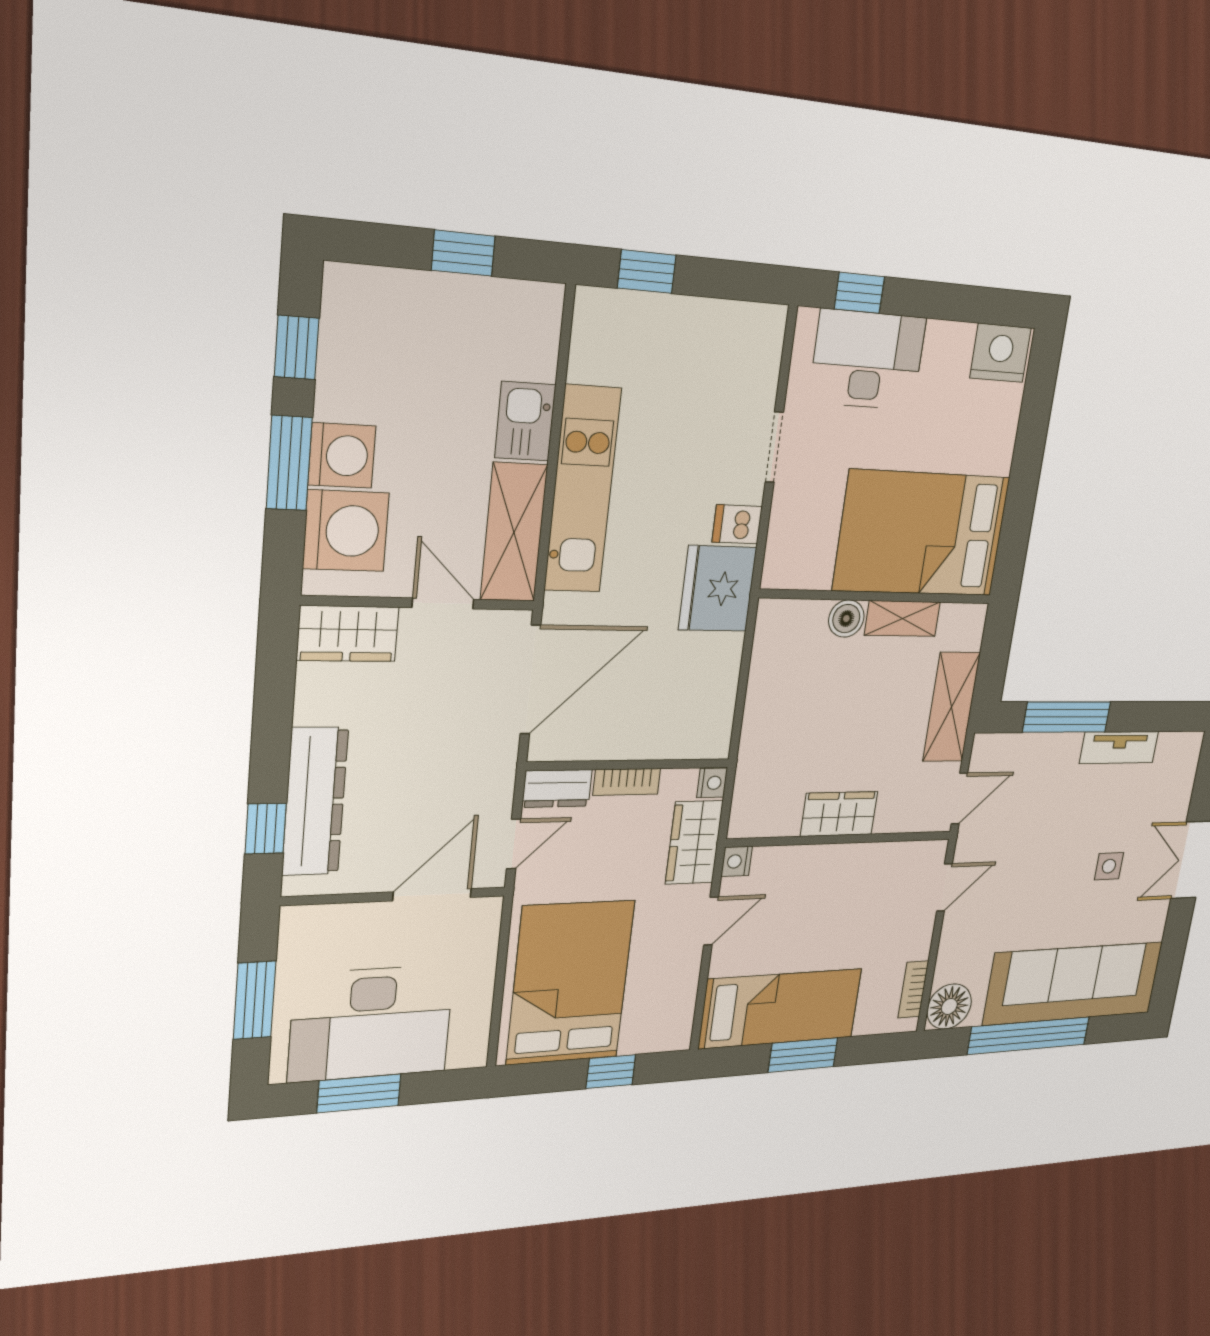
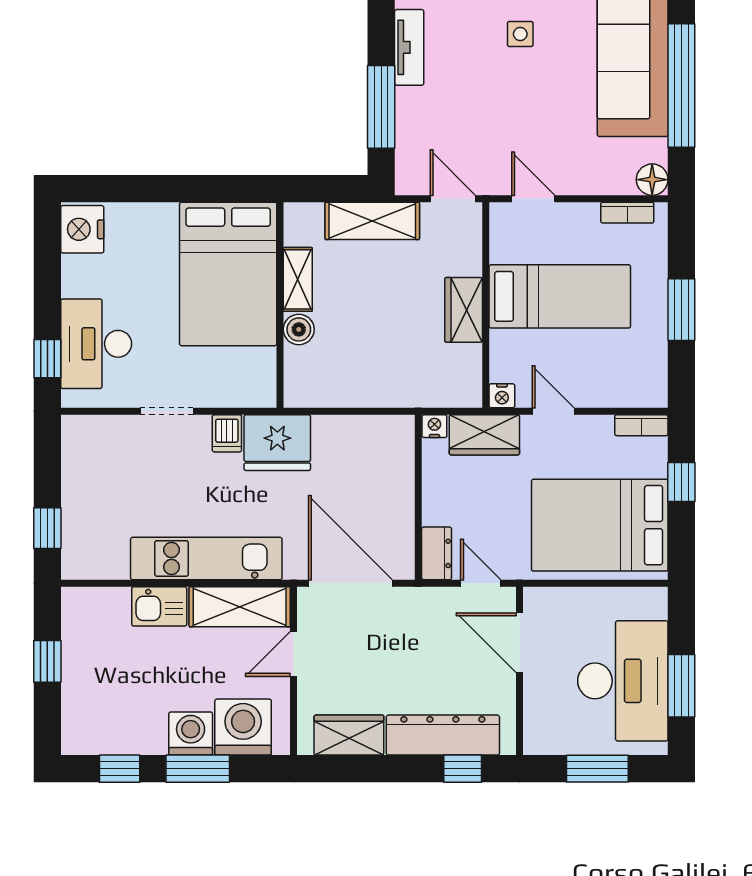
wardrobe: (348, 634) -> (349, 735), moved, turned -90
bookcase: (627, 782) -> (641, 425), moved, turned 90
floor lamp: (949, 1006) -> (652, 180), width x0.73, depth x0.73
bed: (781, 1009) -> (560, 296), moved, turned 90

